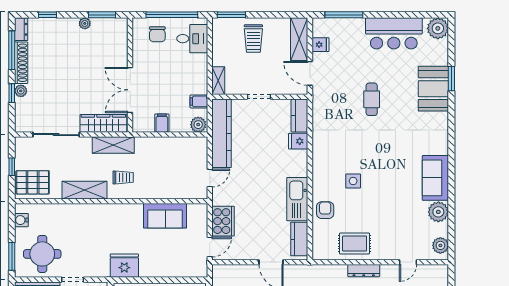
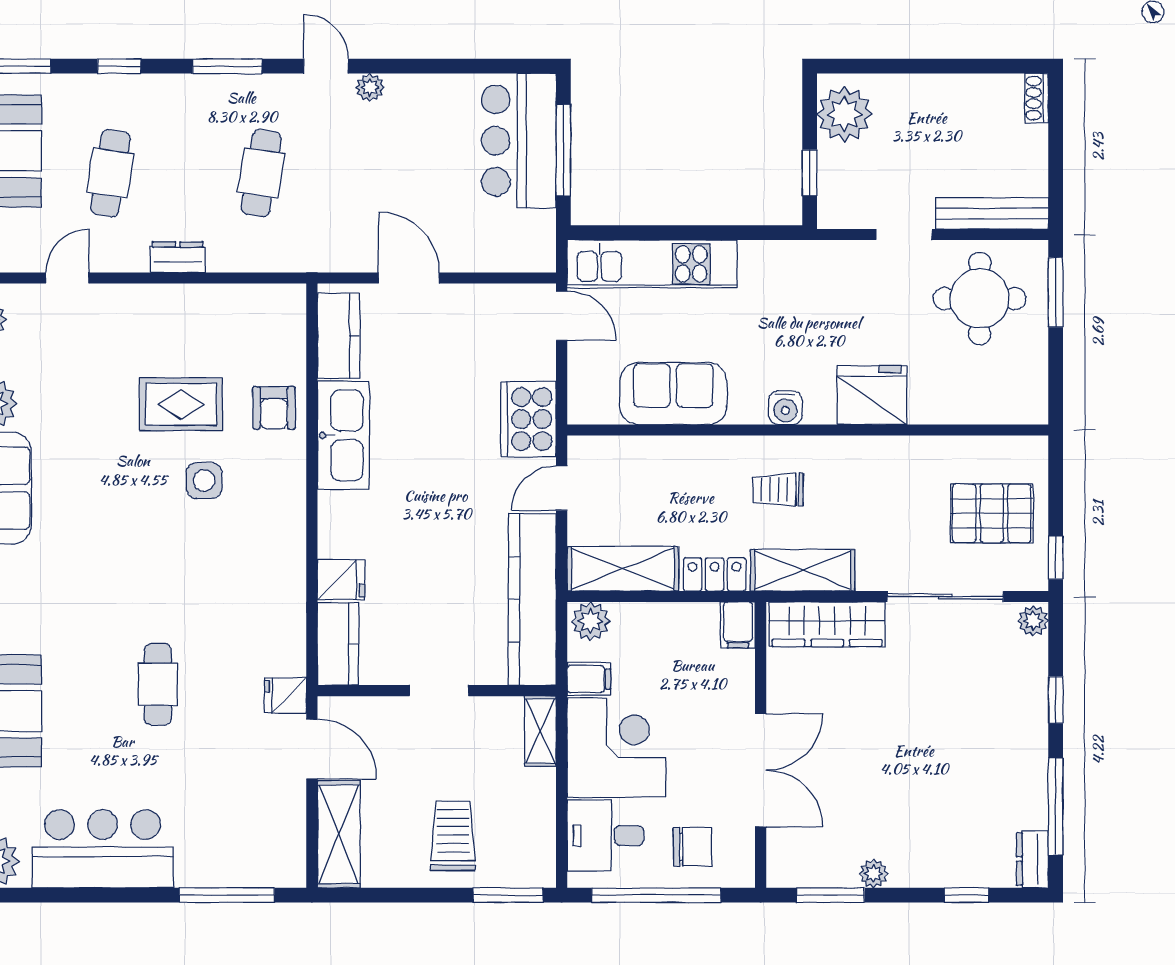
chair: (157, 34) -> (692, 847), turned 90
fridge: (321, 45) -> (285, 695), moved
shoe rack: (21, 63) -> (1032, 776), removed
corner desk: (188, 74) -> (617, 748), added
double door: (130, 90) -> (761, 770), moved
plant: (21, 91) -> (1033, 621), moved
filing cabinet: (162, 123) -> (738, 625), moved
locker: (149, 143) -> (715, 574), added
window: (12, 167) -> (1056, 558), moved
pallet: (33, 182) -> (992, 513), moved
shelving: (84, 190) -> (623, 569), moved
water cooler: (21, 220) -> (785, 408), moved, turned 90
cooker: (223, 221) -> (528, 419), moved
rug: (355, 243) -> (181, 404), moved
door: (210, 247) -> (562, 316), swing flipped
fridge: (124, 266) -> (872, 395), moved, turned 180
kitchen unit: (174, 268) -> (652, 264), added
dresser: (364, 271) -> (178, 257), width x0.70

